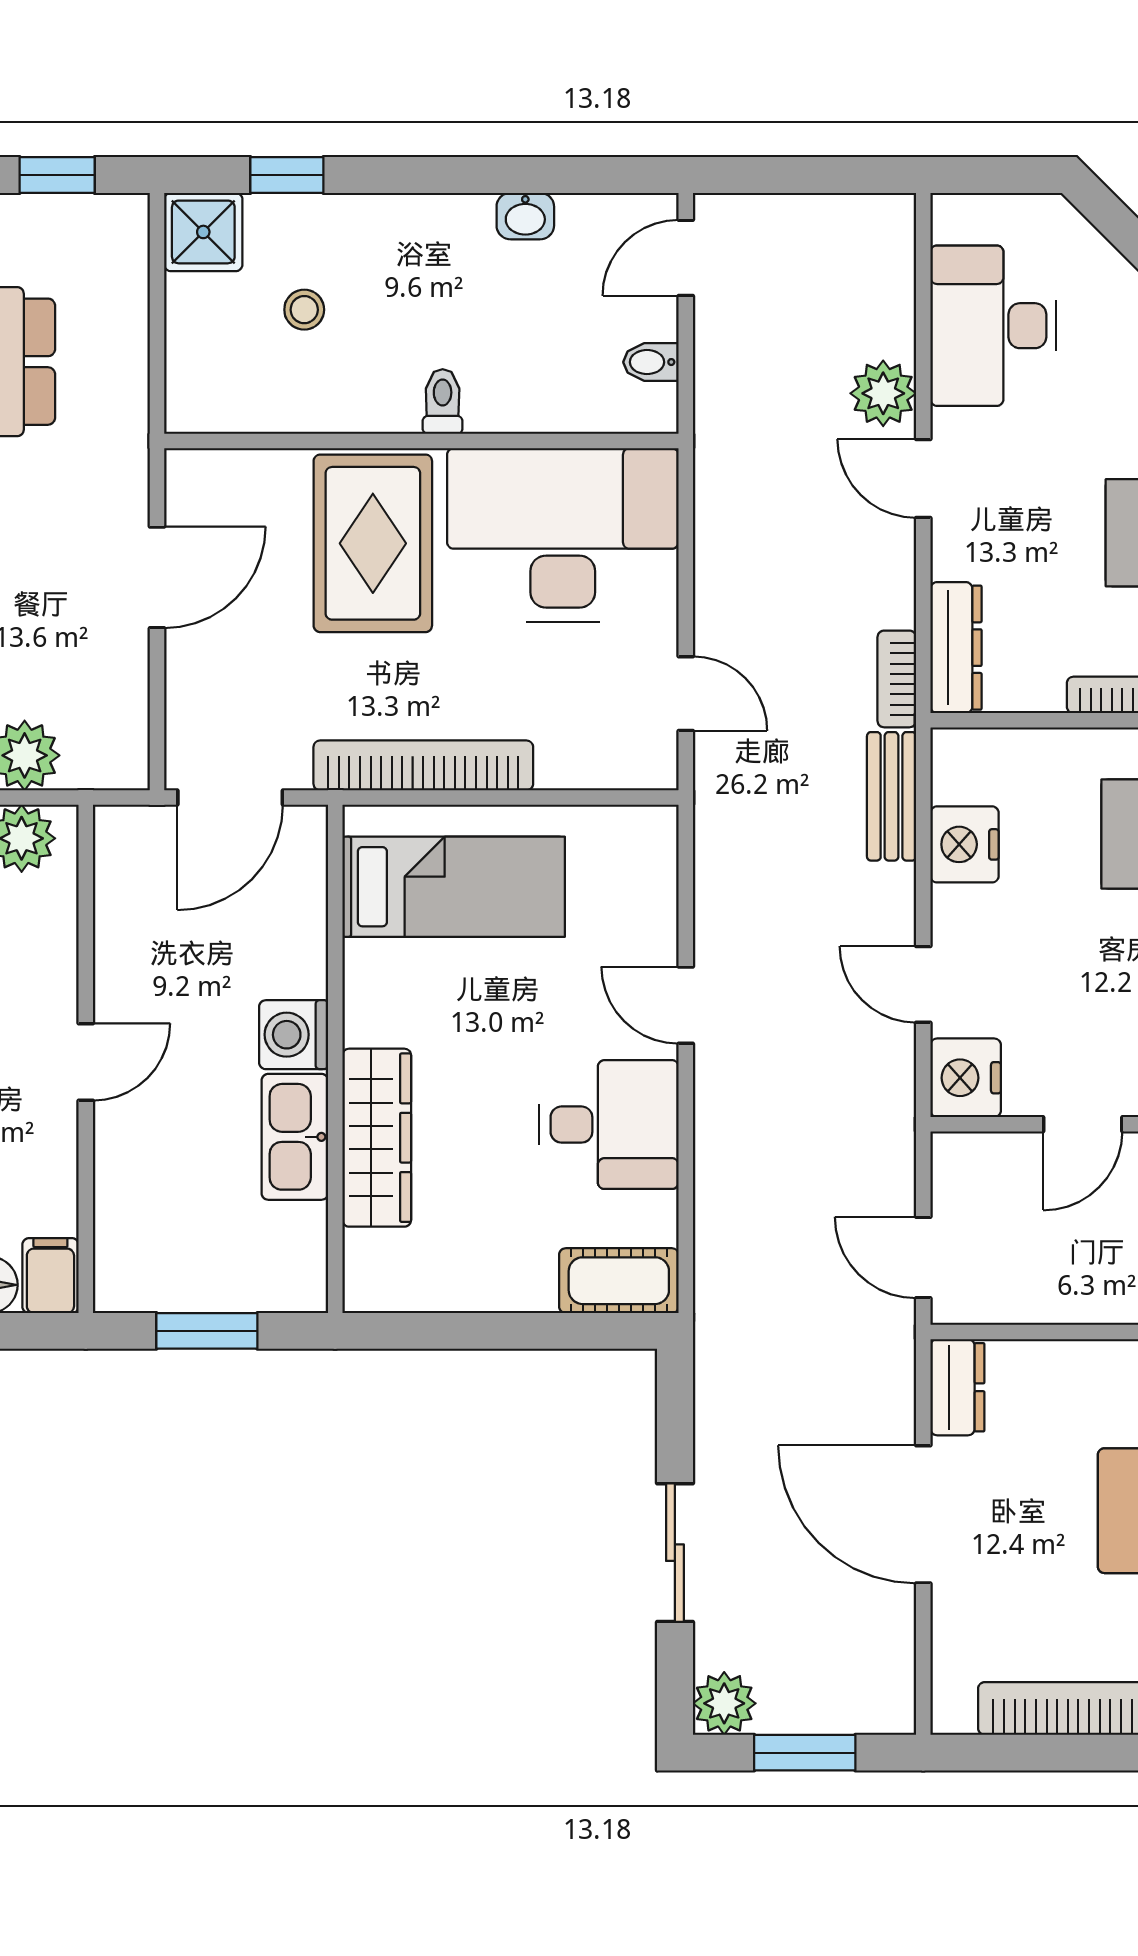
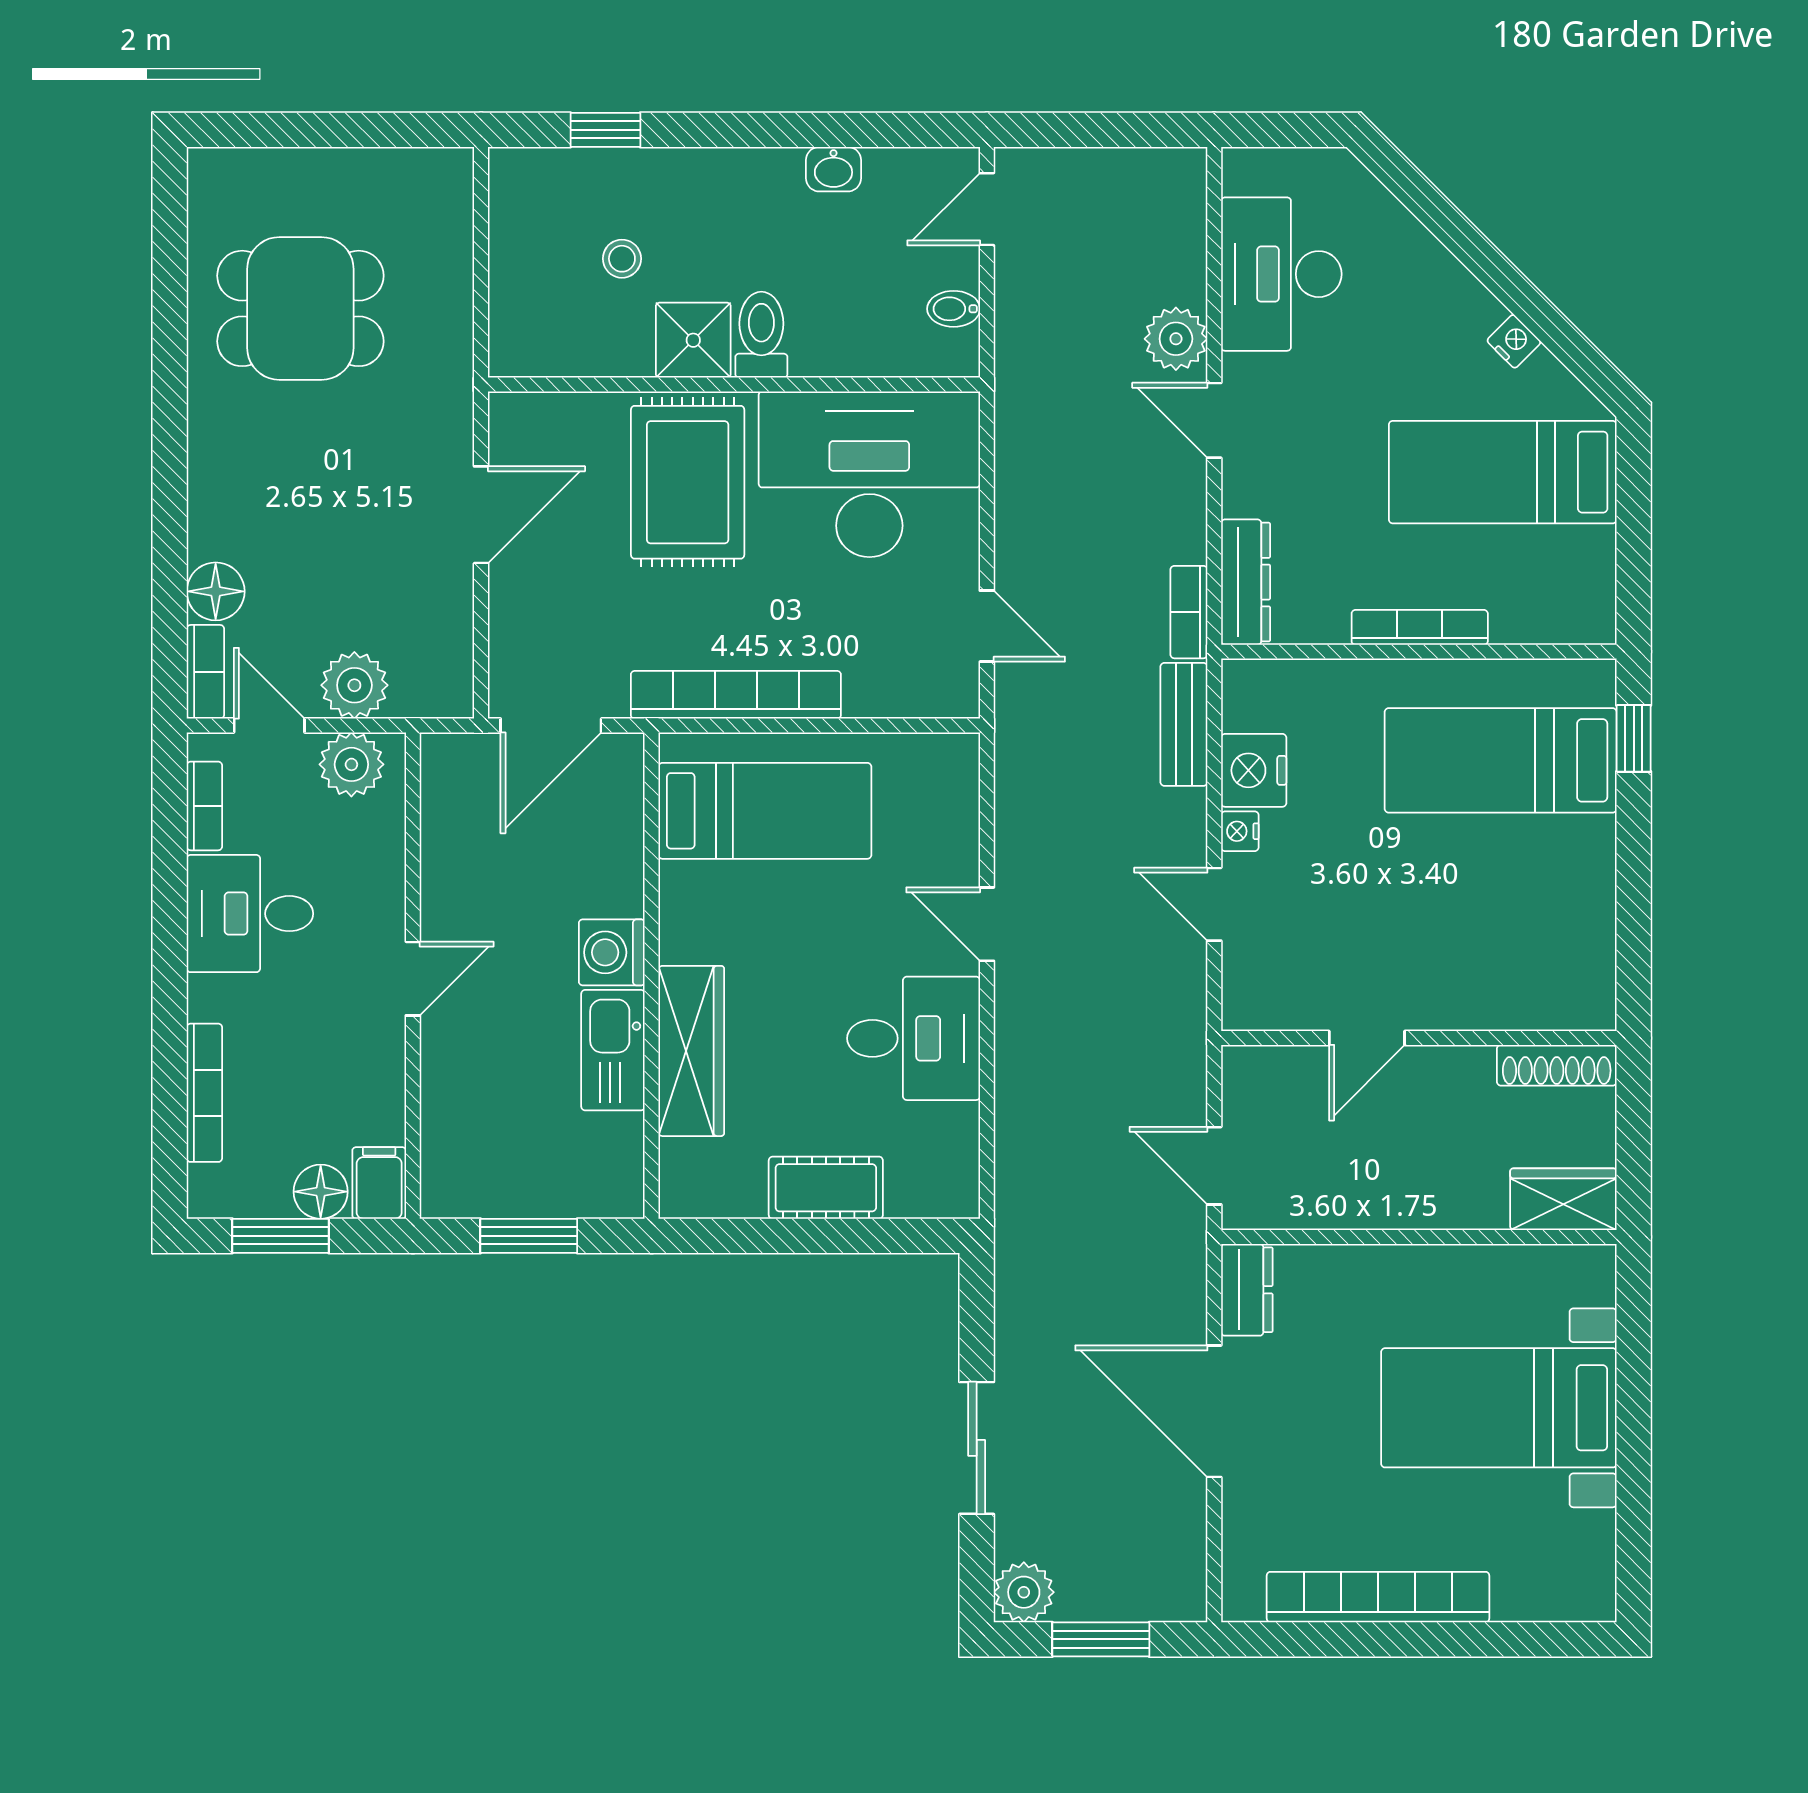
window: (57, 175) -> (386, 130), removed
shower: (203, 232) -> (693, 340), moved
toilet: (443, 402) -> (761, 335), width x1.37, depth x1.39
nightstand: (966, 1078) -> (1240, 831), moved, width x0.53, depth x0.56
cot: (619, 1281) -> (826, 1188), moved

